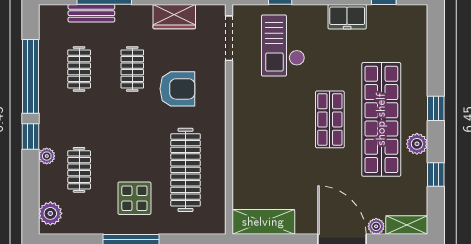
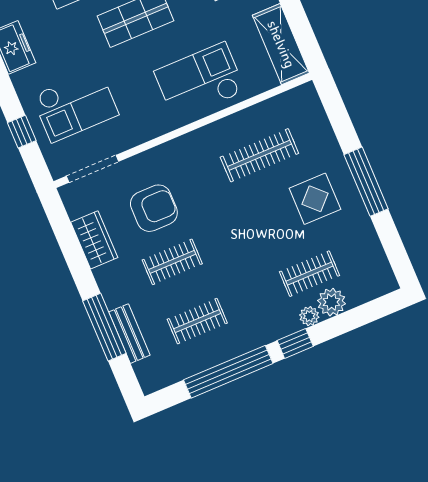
armchair: (177, 89) -> (154, 208), moved, turned 90
checkout: (261, 148) -> (200, 81), added
clothes rail: (185, 170) -> (259, 155), width x0.73, depth x0.76
plant: (50, 213) -> (331, 302), moved

